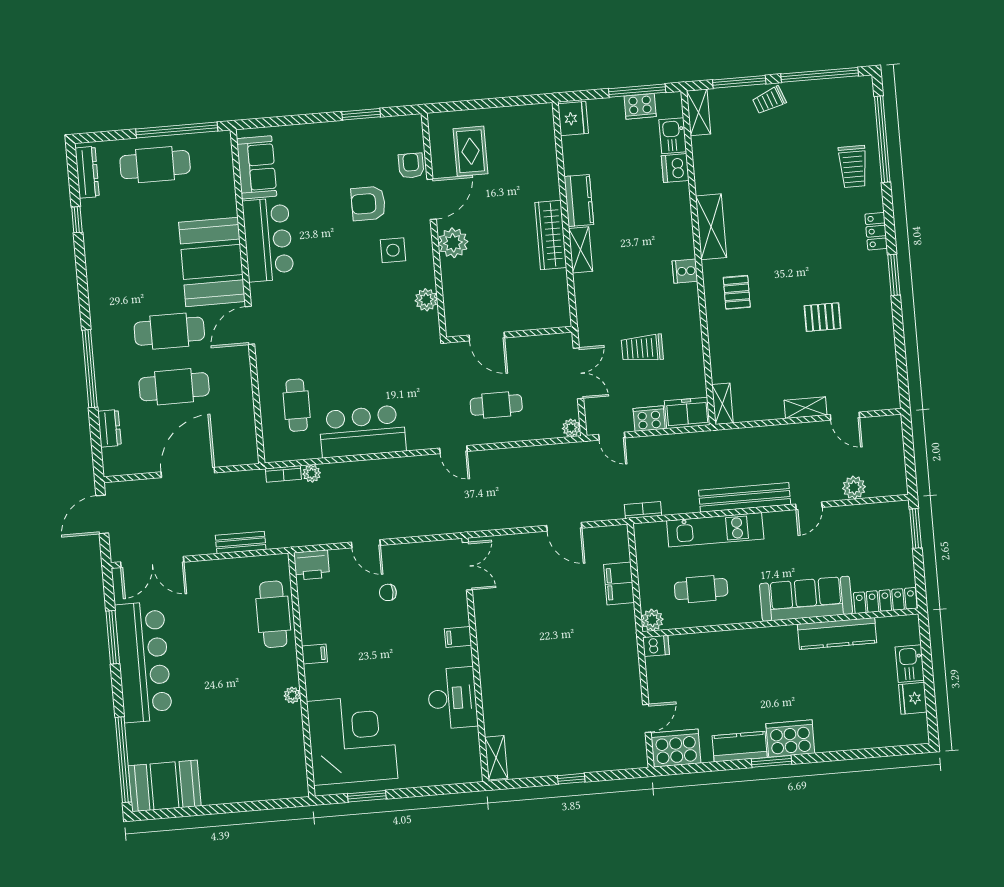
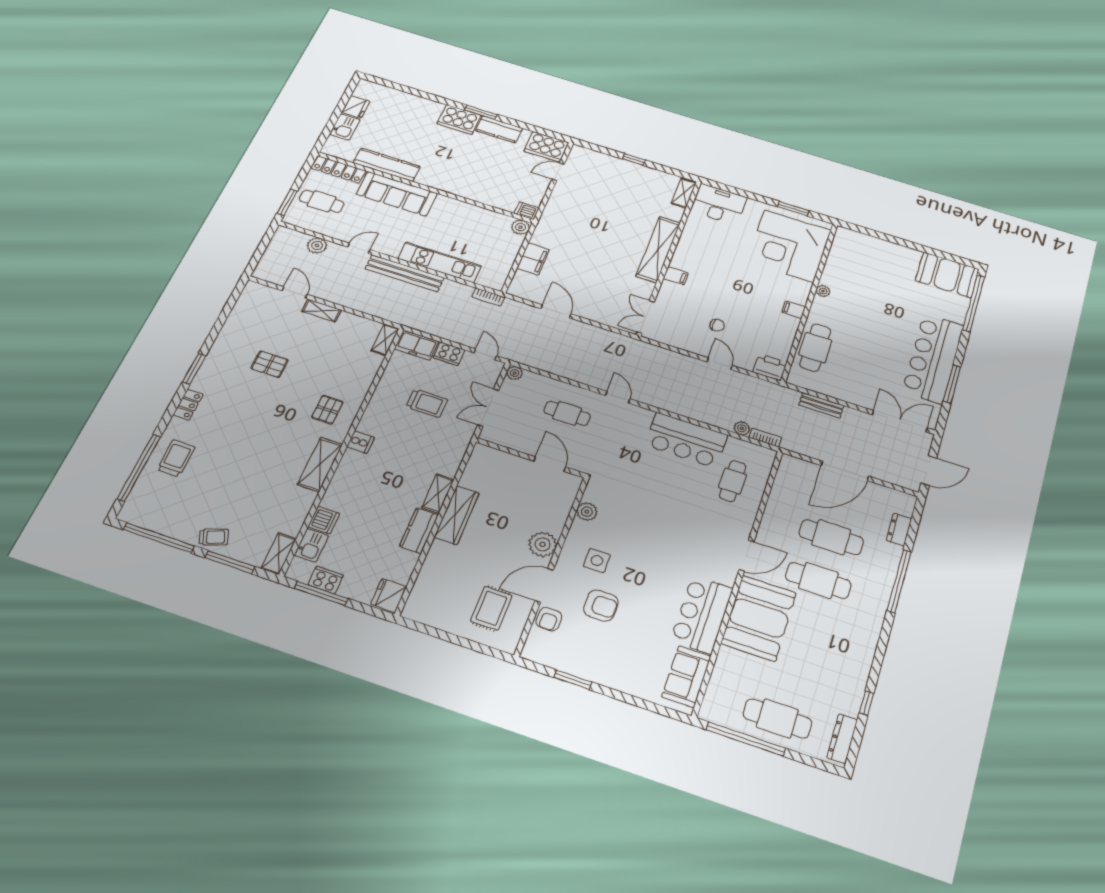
cafe table: (701, 589) -> (322, 201), moved
shelving: (492, 664) -> (658, 249), added
desk: (452, 698) -> (719, 204), moved, turned 90

